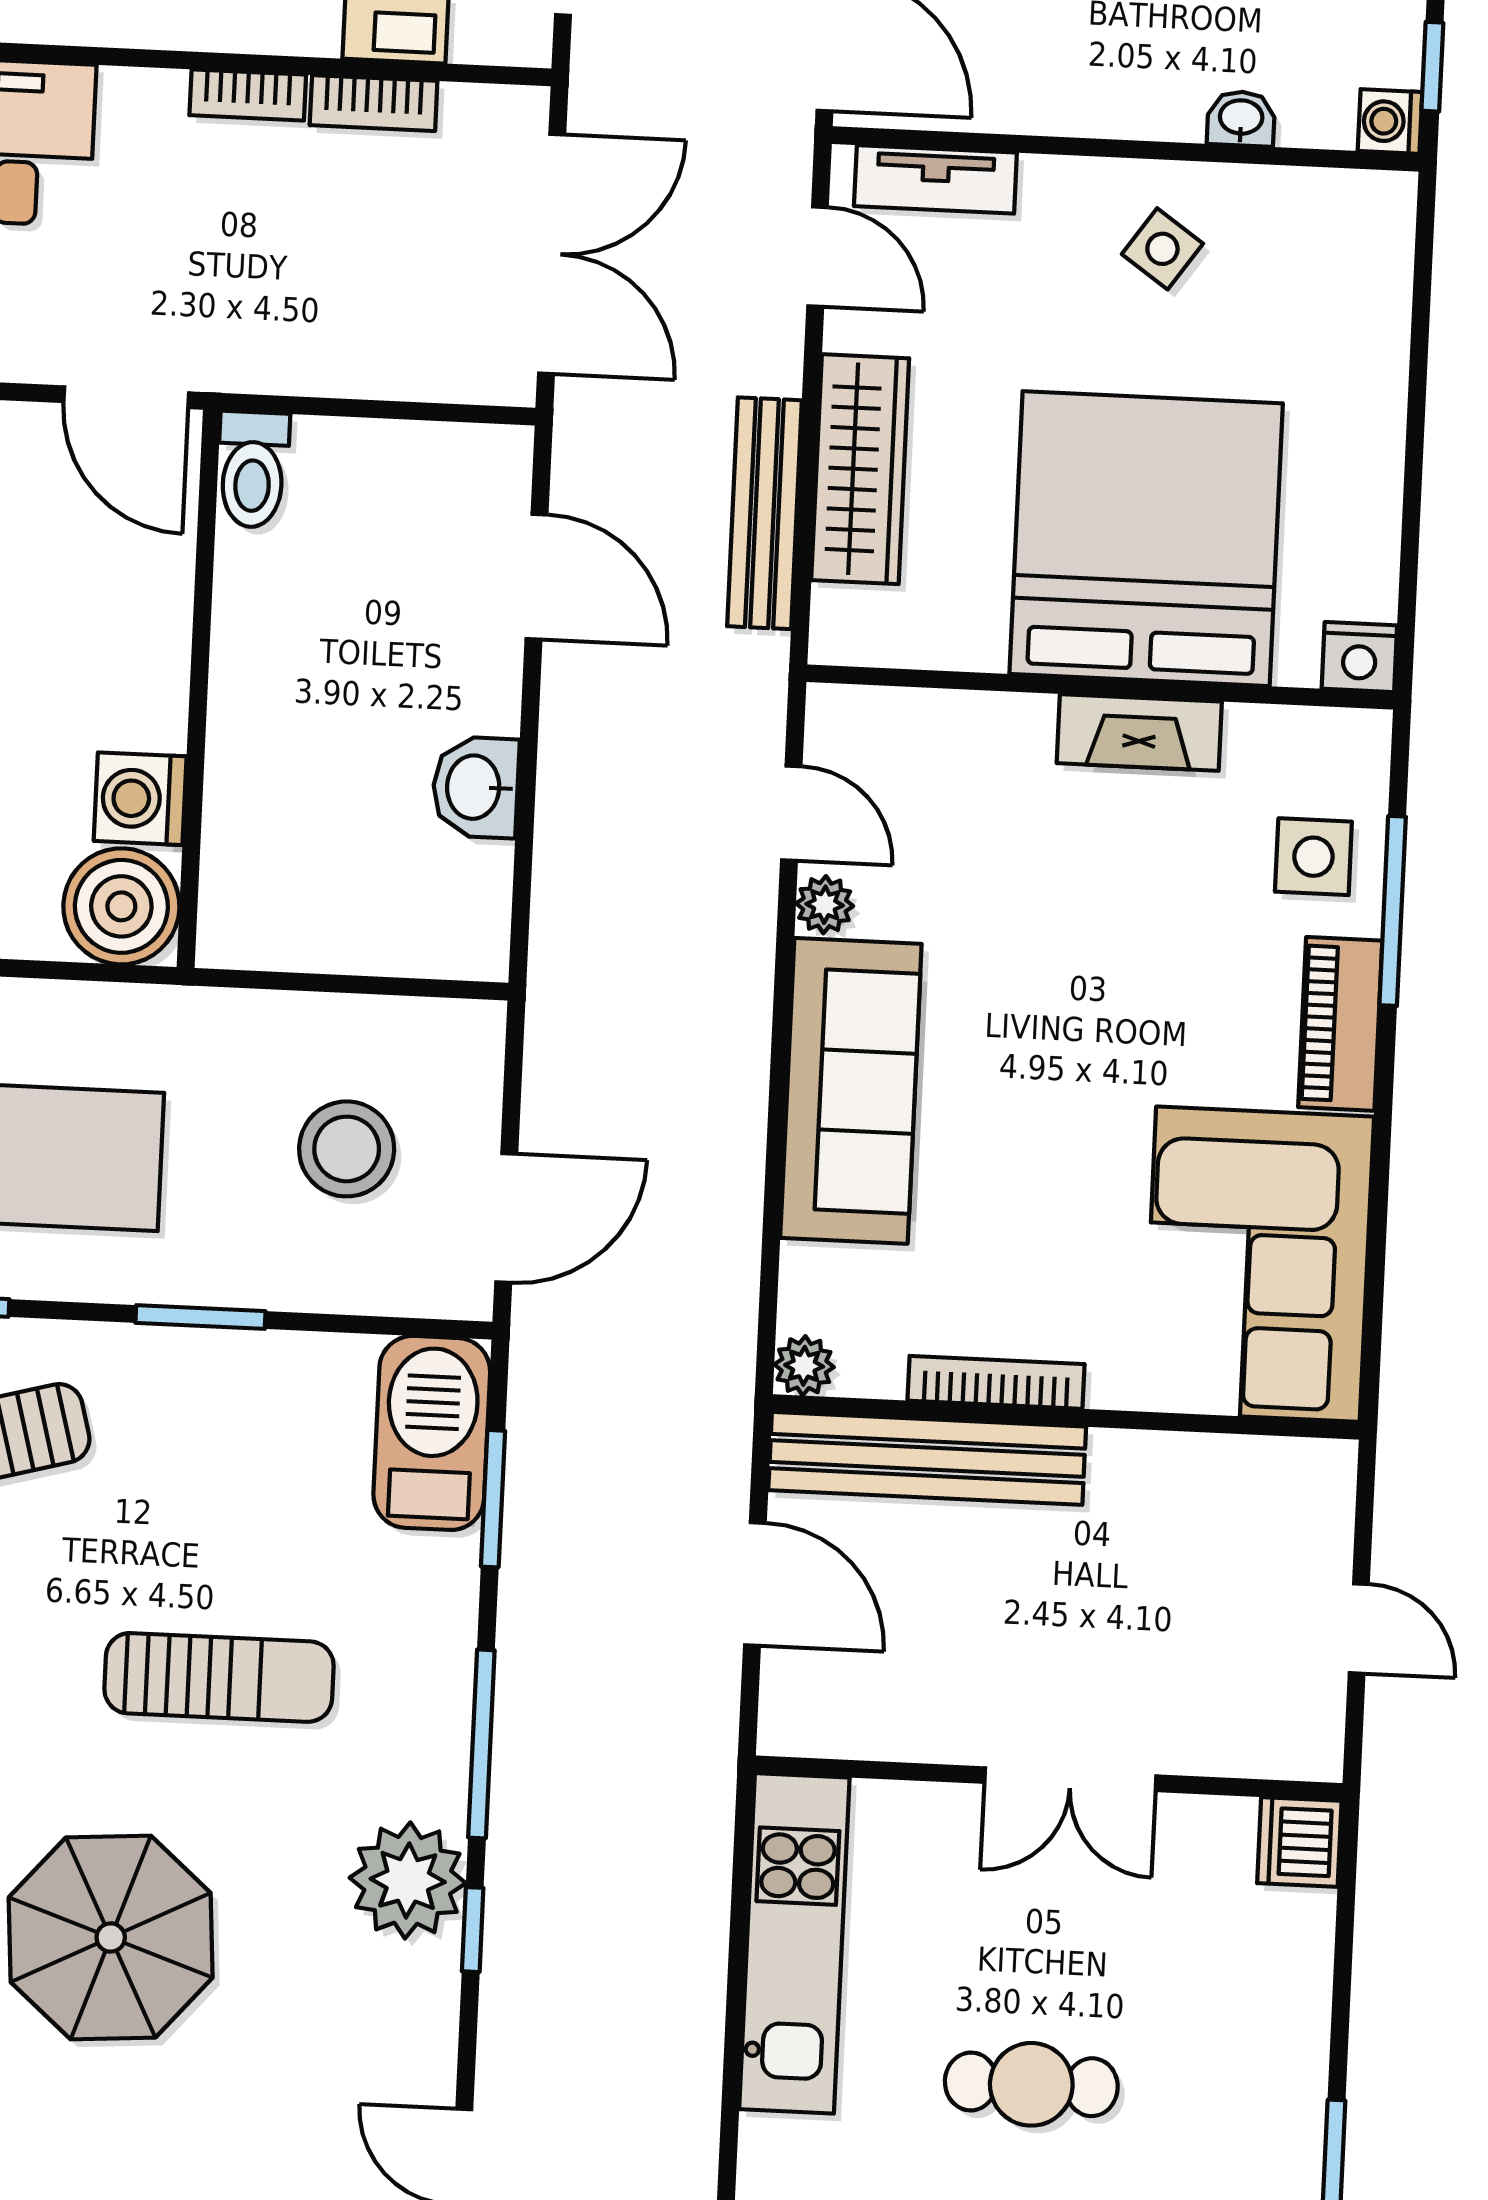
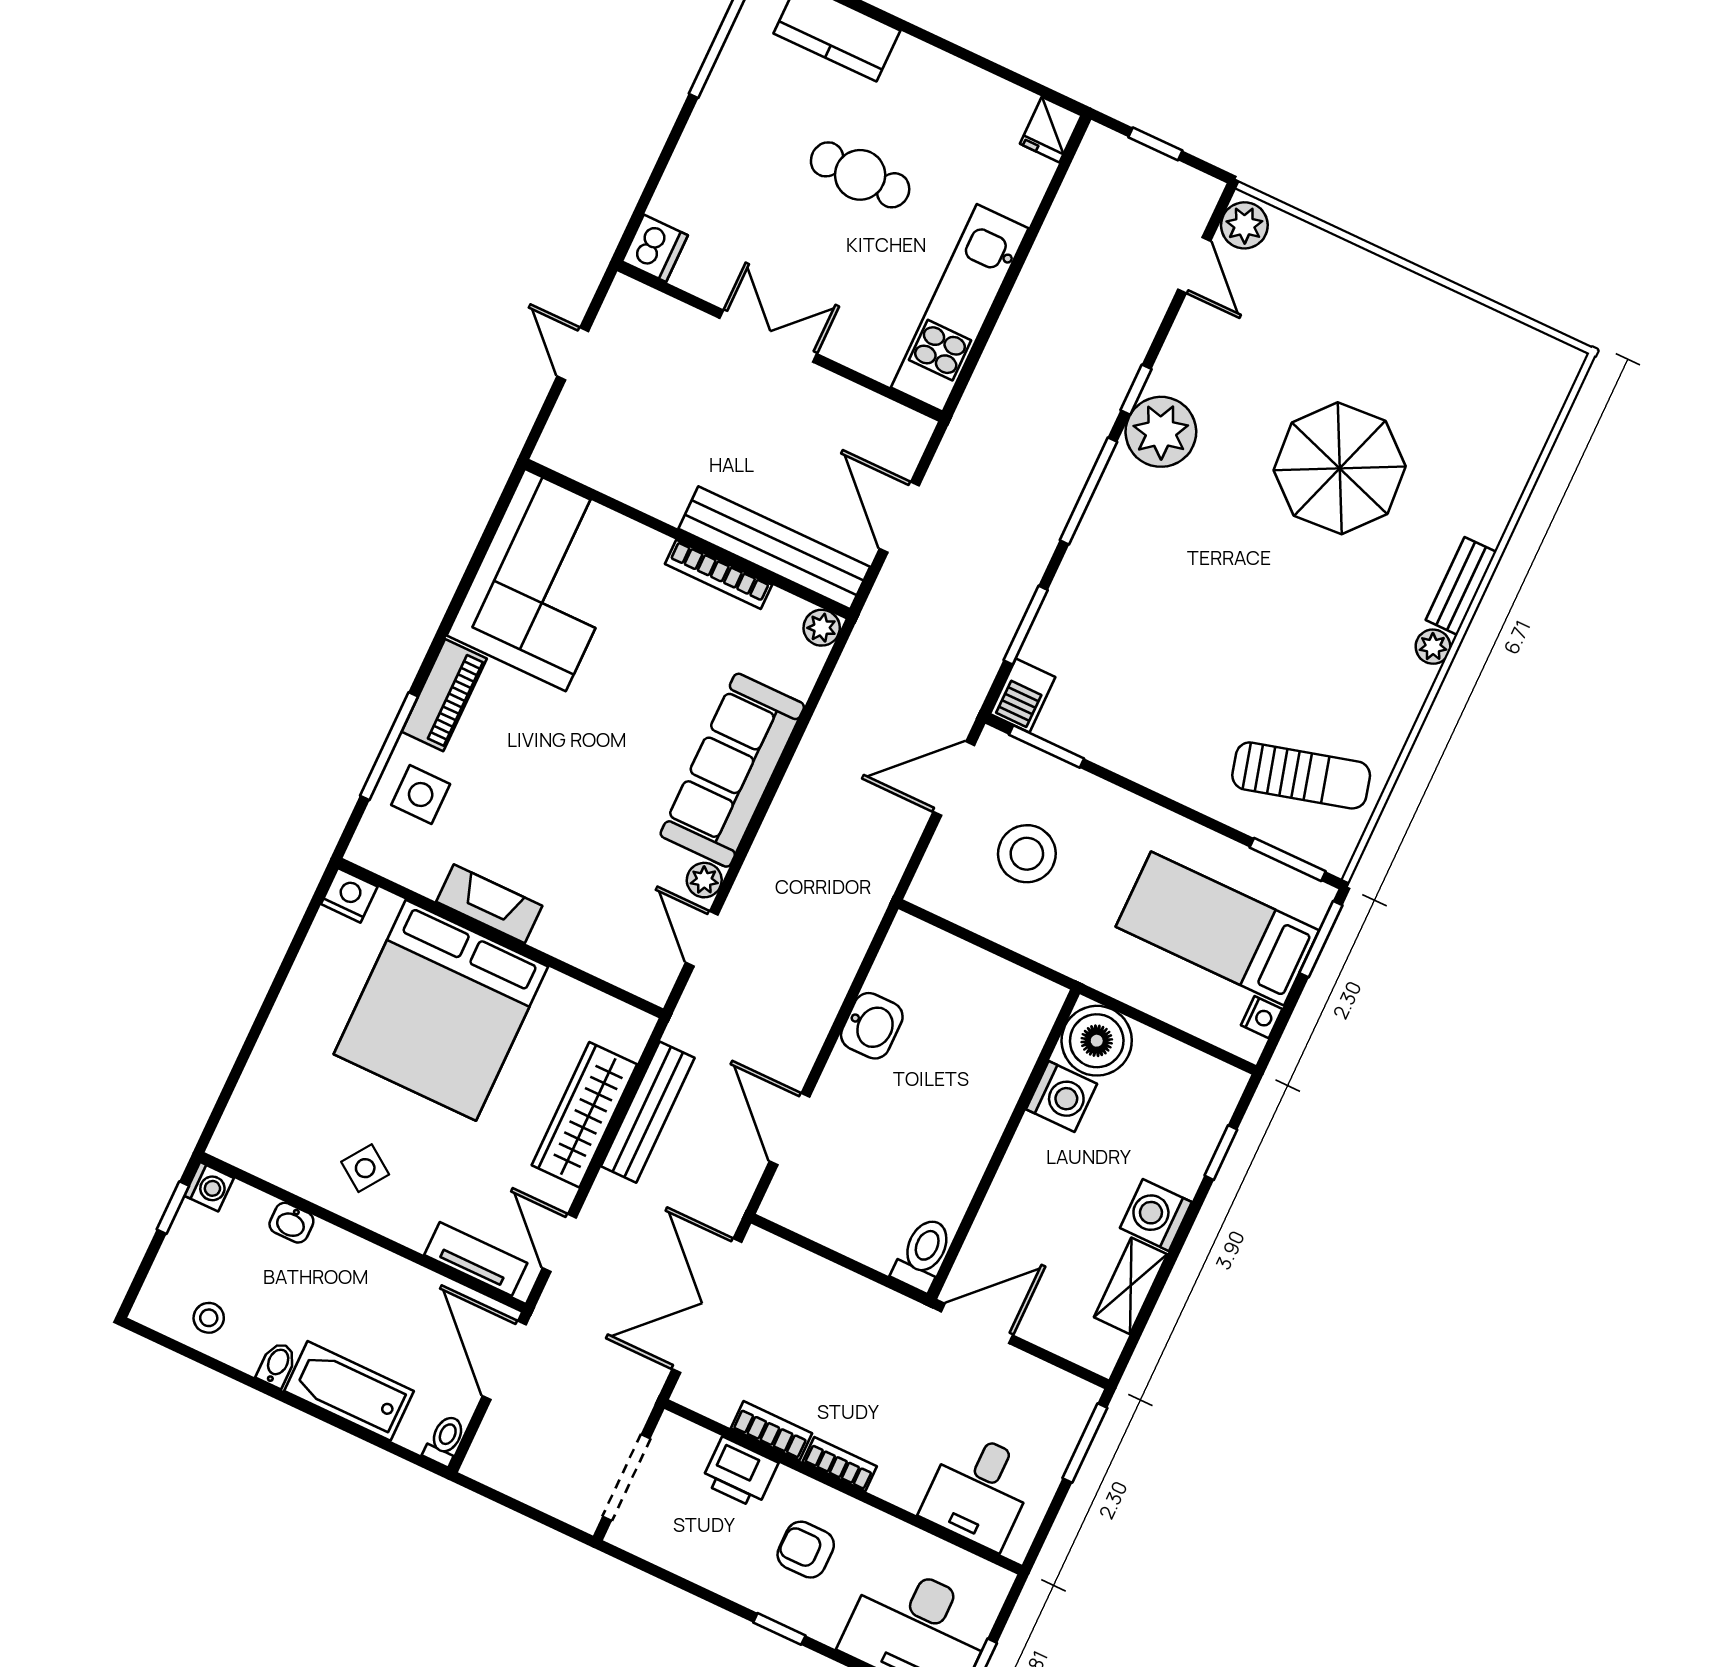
door: (126, 397) -> (977, 1323), hinge flipped
window: (200, 1317) -> (1047, 747), moved
barbecue: (432, 1433) -> (1023, 696), width x0.53, depth x0.65
sun lounger: (219, 1677) -> (1219, 588), removed

